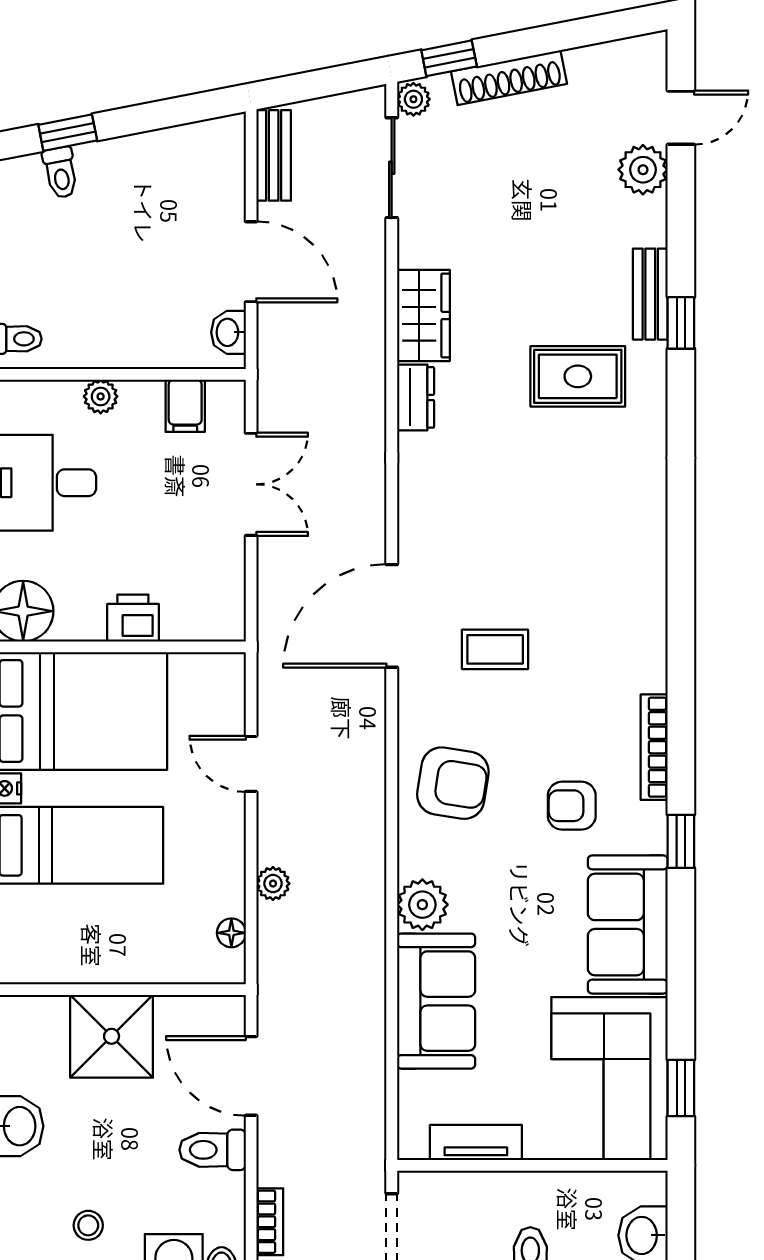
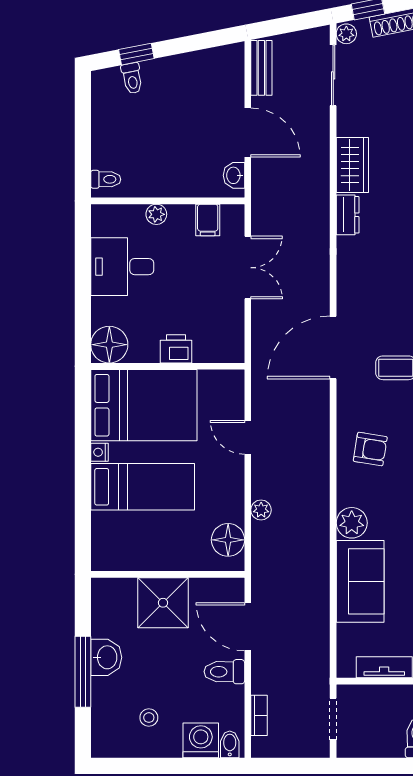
armchair: (453, 783) -> (370, 449), width x0.72, depth x0.72
floor lamp: (231, 933) -> (228, 540), width x1.89, depth x1.89

